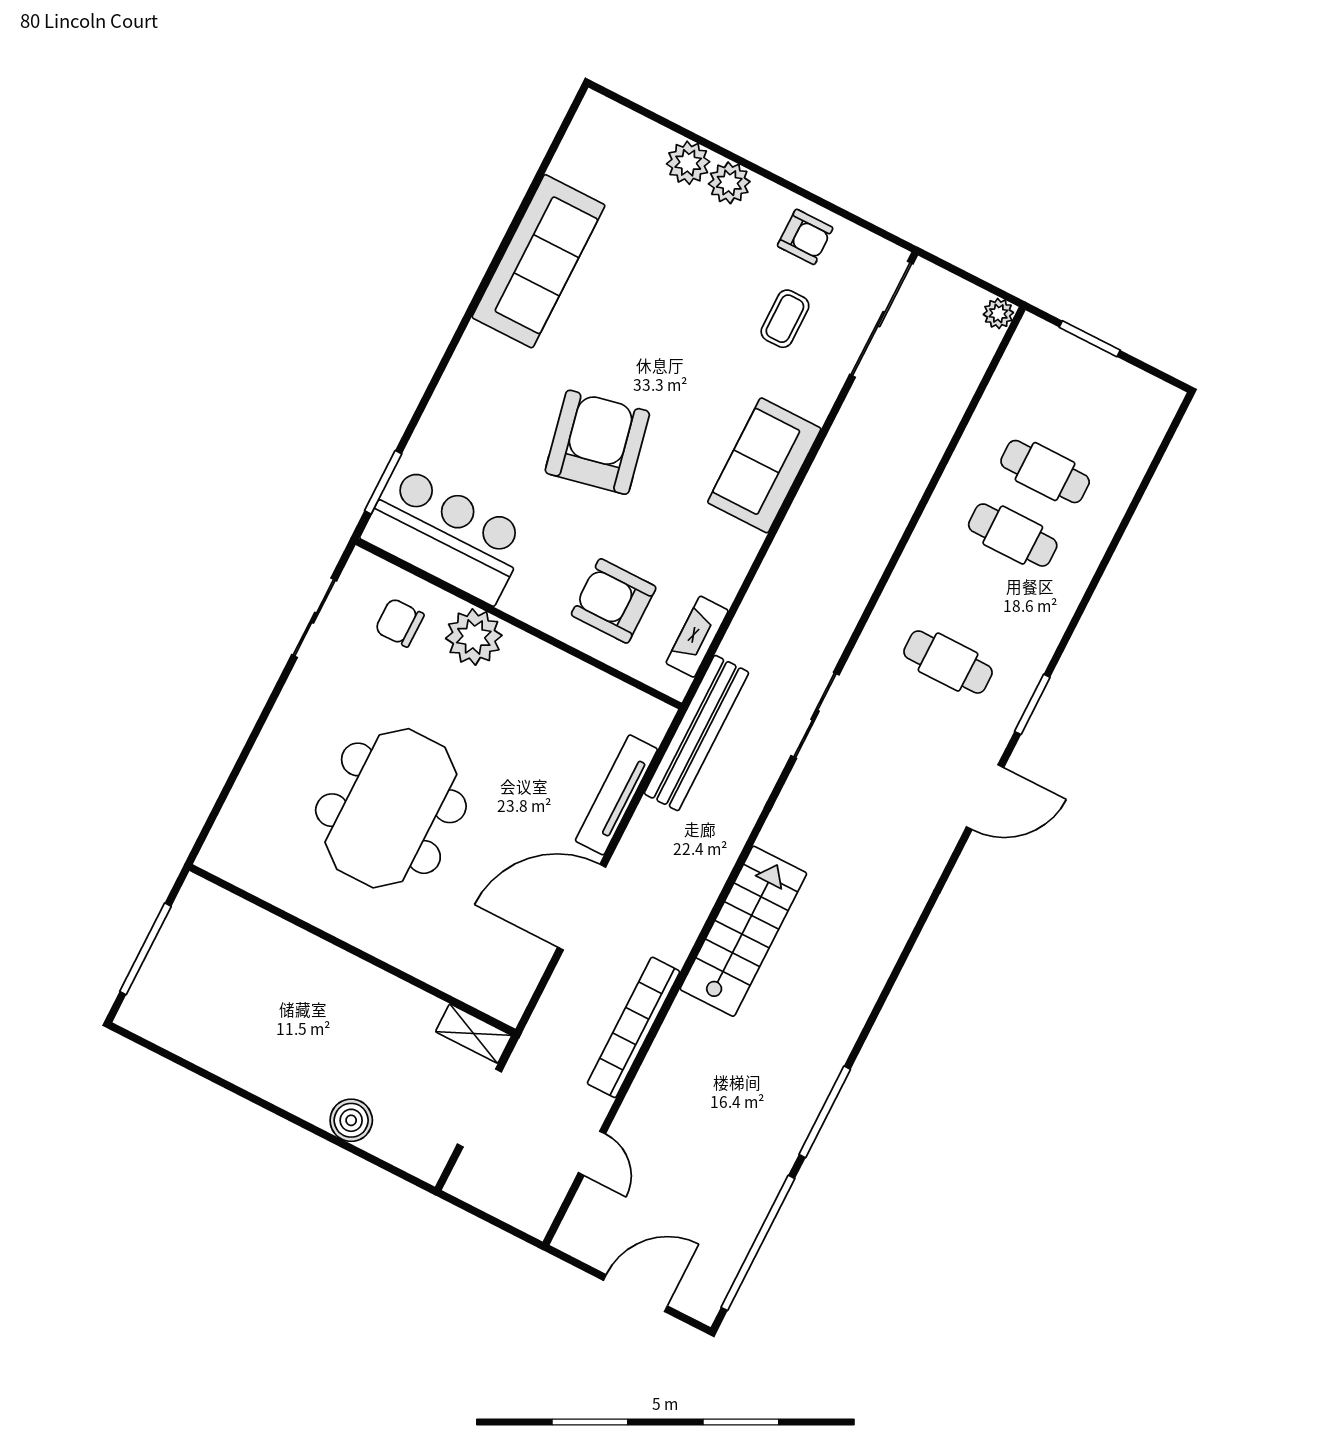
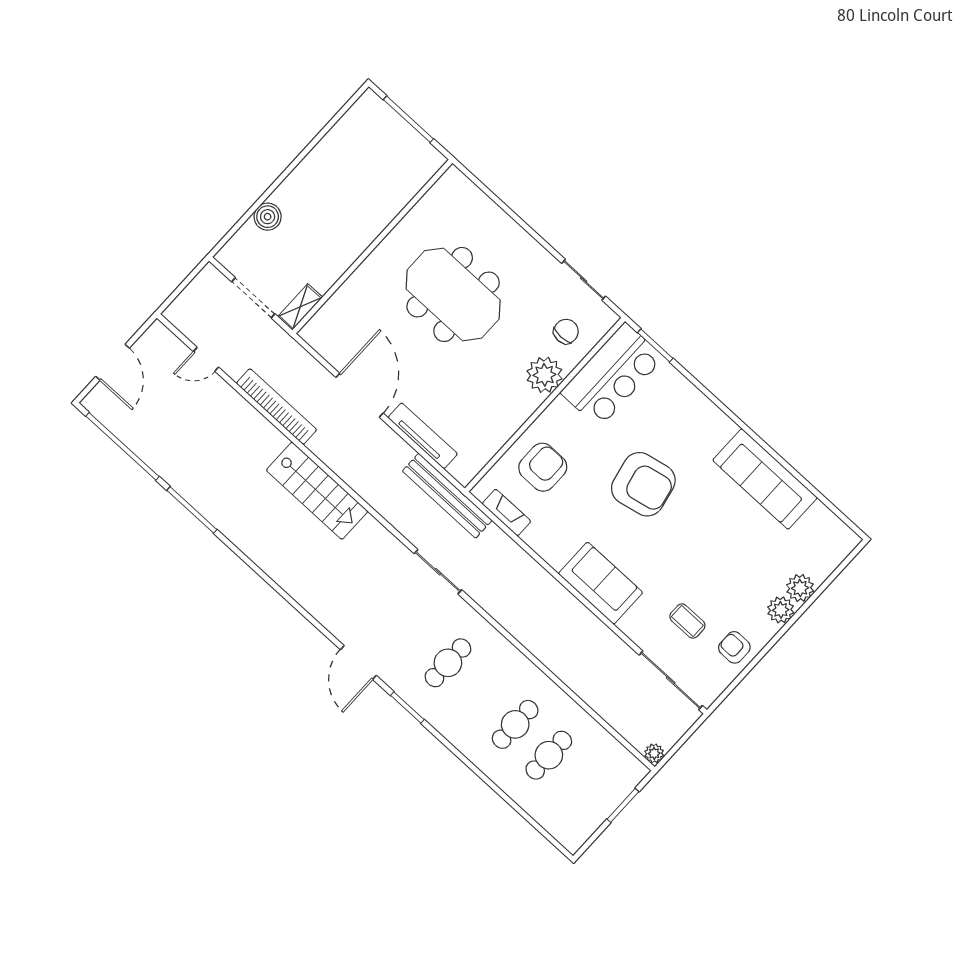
armchair: (805, 237) -> (734, 647), turned 90

